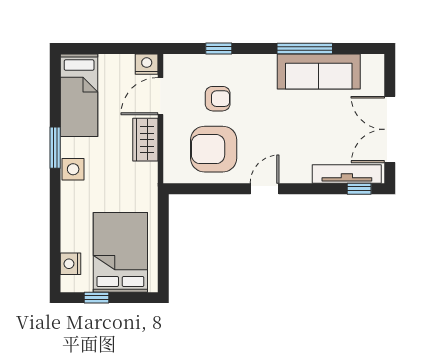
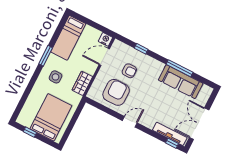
wardrobe: (145, 140) -> (82, 83), moved
armchair: (214, 149) -> (116, 92), turned 90
side table: (73, 169) -> (55, 77), moved
nightstand: (71, 264) -> (26, 111), removed

